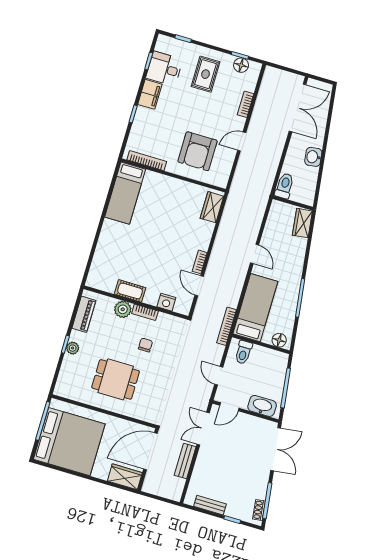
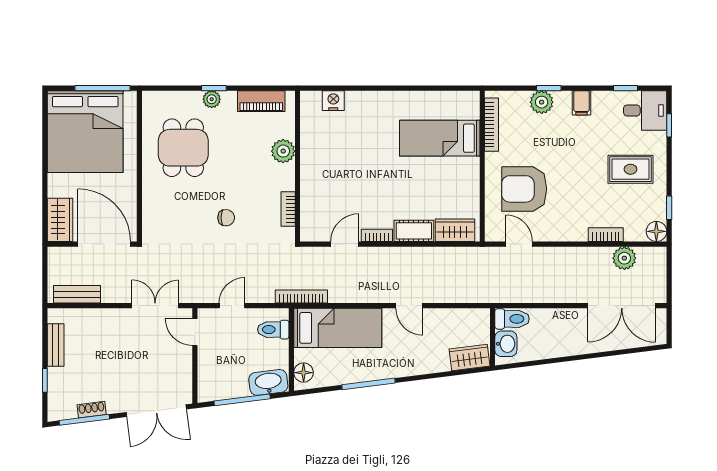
floor lamp: (241, 65) -> (656, 231), moved
desk: (164, 69) -> (645, 110), moved, turned 90
filing cabinet: (150, 94) -> (582, 103), width x0.50
plant: (265, 96) -> (624, 258), added
plant: (141, 122) -> (542, 102), added
door: (242, 141) -> (519, 244), moved
washbasin: (313, 157) -> (506, 344), moved, turned 97
bed: (125, 193) -> (440, 138), moved
door: (255, 254) -> (409, 306), hinge flipped
cot: (130, 291) -> (414, 231), moved, turned 90
nightstand: (166, 302) -> (333, 101), moved, turned 90
bookcase: (145, 312) -> (288, 209), moved
chair: (145, 345) -> (226, 218), moved
dining table: (116, 379) -> (183, 148), moved
washbasin: (262, 406) -> (268, 382), moved, turned -97
bench: (185, 461) -> (77, 294), moved
shoe rack: (259, 510) -> (92, 410), moved

